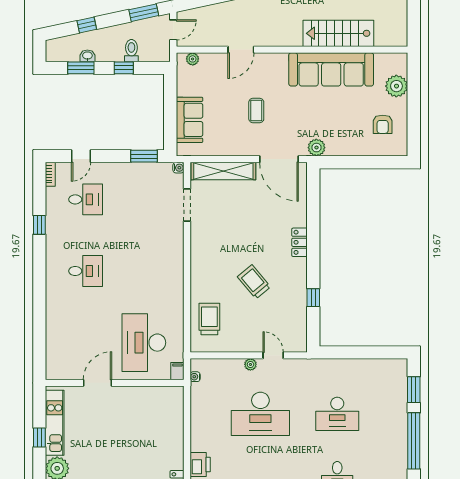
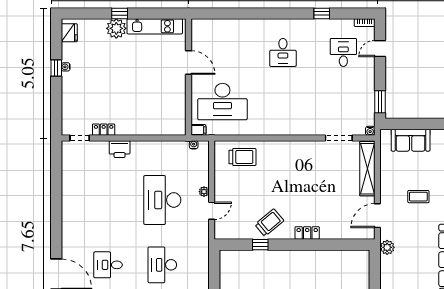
door: (81, 156) -> (380, 49), hinge flipped
door: (279, 159) -> (377, 216), width x0.73
desk: (86, 199) -> (343, 52), turned 180
trolley: (254, 282) -> (269, 223), moved
desk: (144, 343) -> (222, 102), turned 180
window: (39, 438) -> (120, 13), moved

